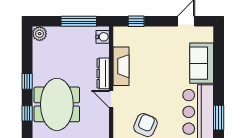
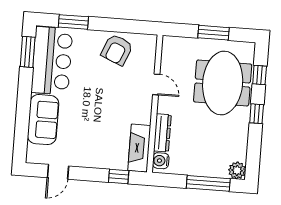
window: (79, 21) -> (208, 183), moved
fireplace: (121, 66) -> (139, 148), moved
dresser: (103, 73) -> (162, 133), moved

